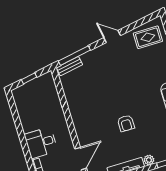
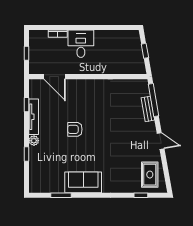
door: (112, 37) -> (161, 141), hinge flipped
bench: (69, 66) -> (148, 109), moved

